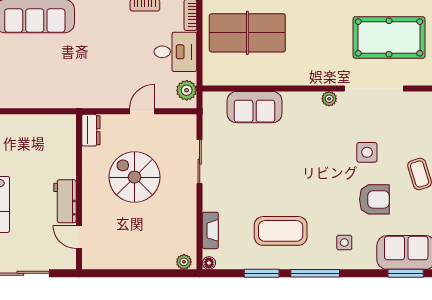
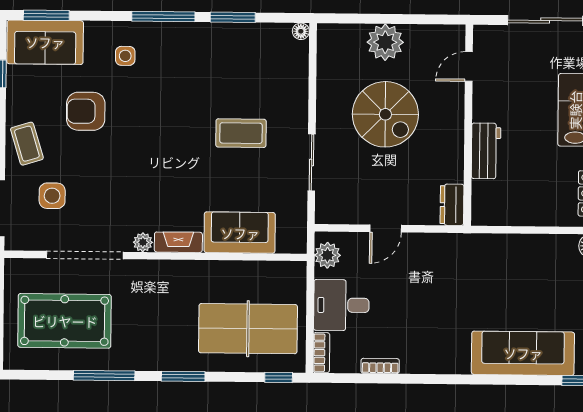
side table: (367, 152) -> (52, 196), moved
spiral stairs: (135, 177) -> (385, 114), moved
workbench: (65, 201) -> (486, 151), moved
fireplace: (210, 230) -> (178, 242), moved, turned 90
coffee table: (281, 231) -> (241, 133), moved, width x0.73, depth x0.76
door: (79, 237) -> (469, 67), swing flipped
plant: (184, 262) -> (385, 42), moved, width x1.88, depth x1.88

